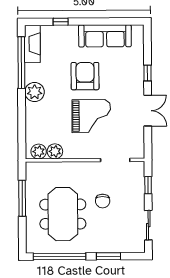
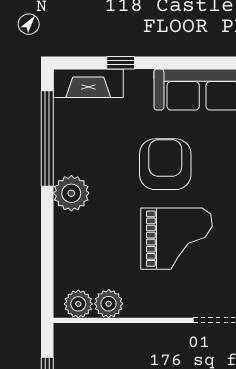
fireplace: (32, 44) -> (88, 83), moved, turned 90

